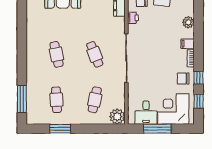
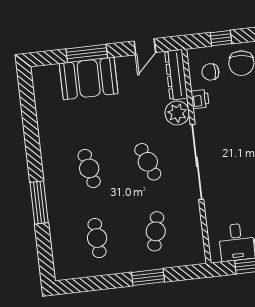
window: (22, 99) -> (39, 203), moved
plant: (117, 117) -> (177, 113), moved
window: (60, 129) -> (148, 277), moved

